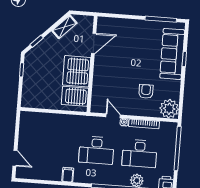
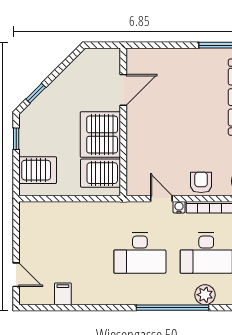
shelving: (64, 27) -> (77, 68), removed
server rack: (34, 91) -> (38, 170), added
armchair: (146, 91) -> (201, 182), moved
filing cabinet: (68, 175) -> (63, 294), moved

